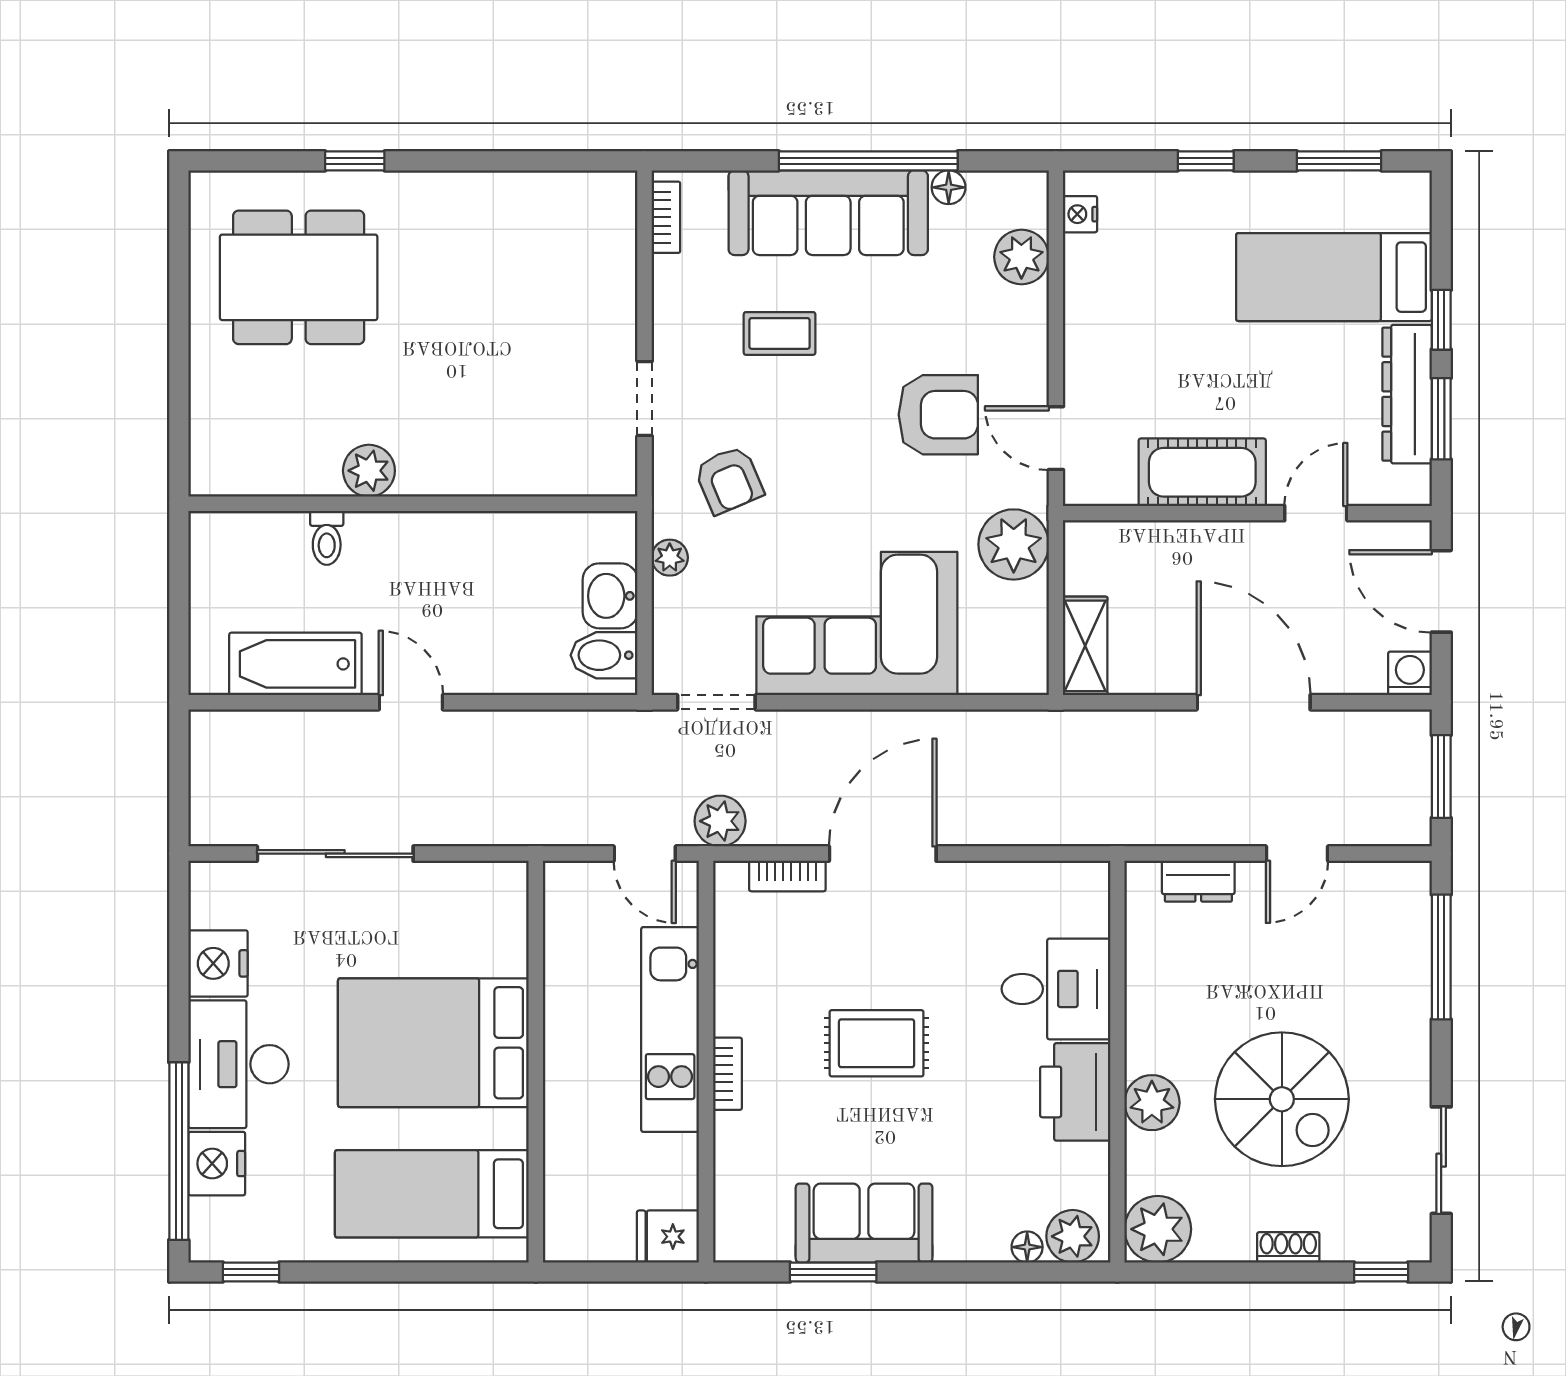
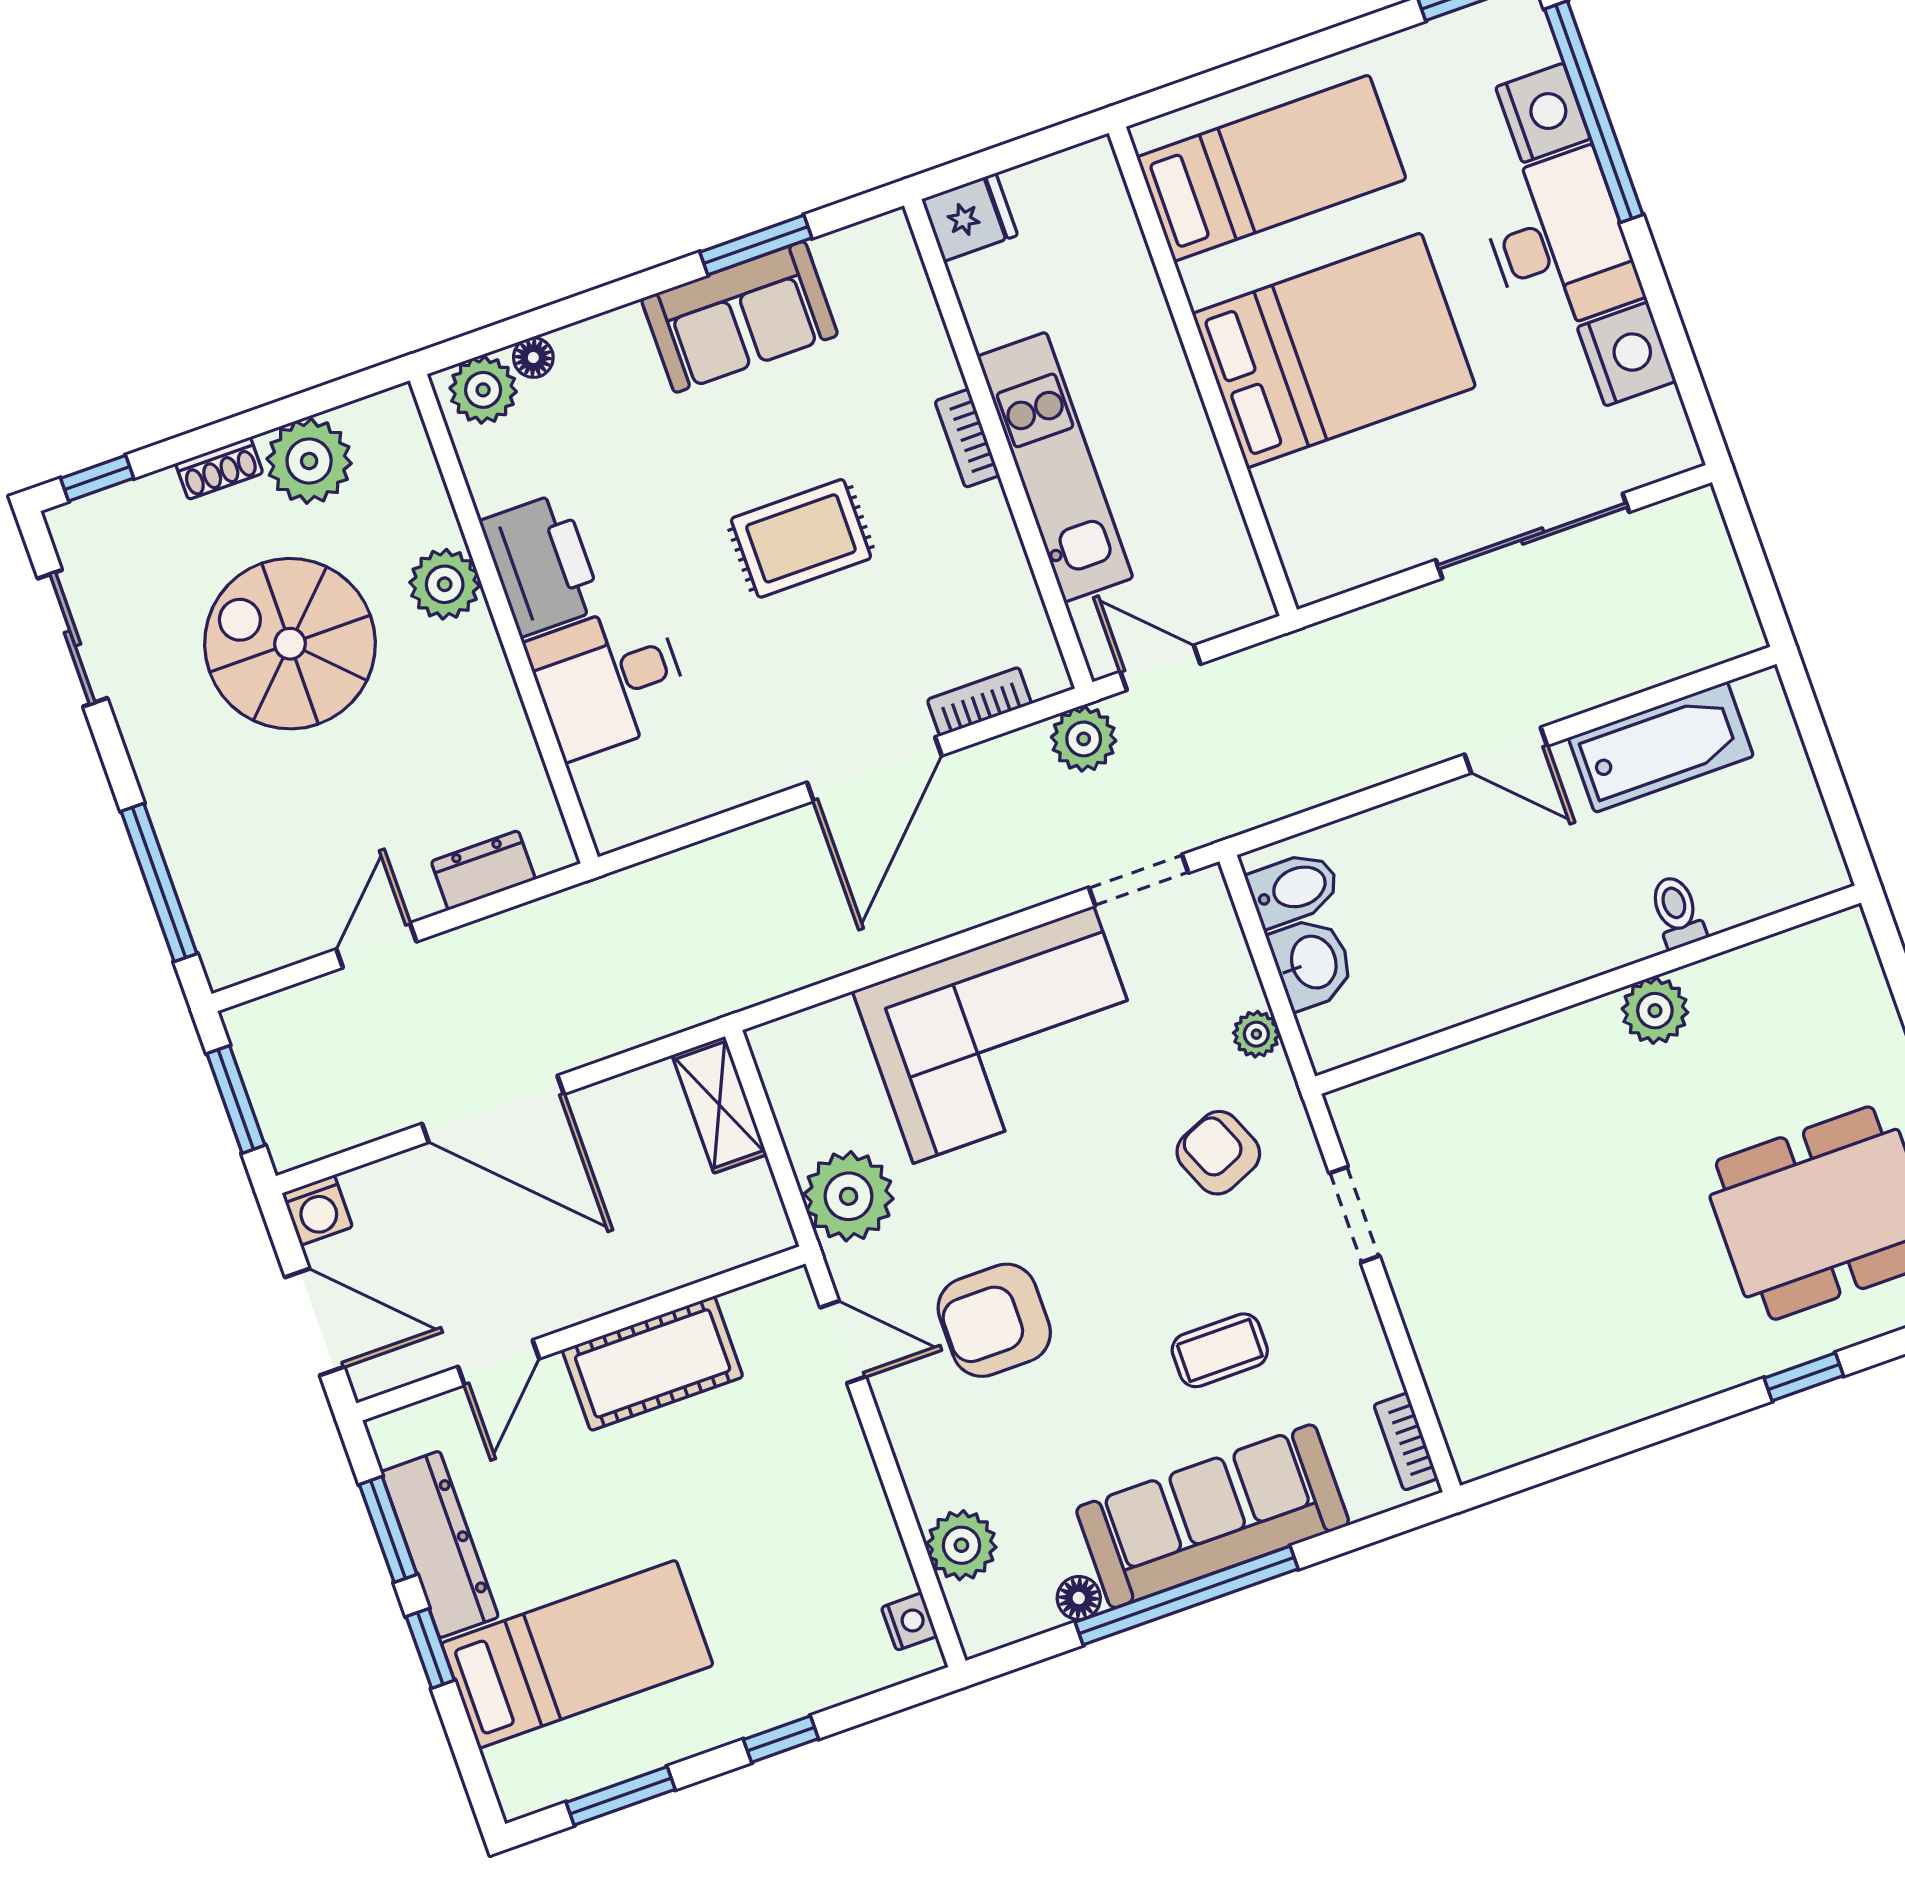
plant: (1158, 1229) -> (309, 461), moved

